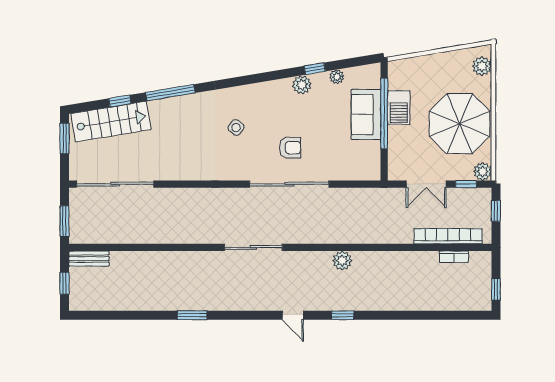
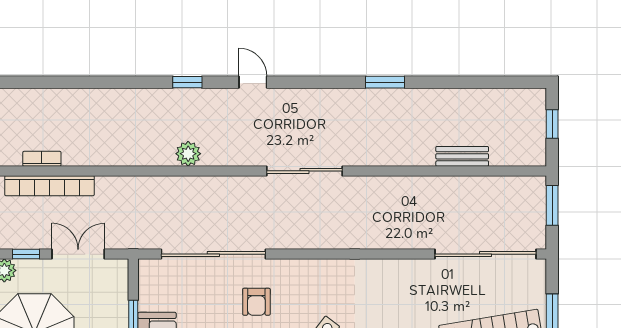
armchair: (290, 148) -> (256, 302), turned -90
sliding door: (289, 184) -> (213, 254), moved
bench: (89, 259) -> (462, 156), moved

